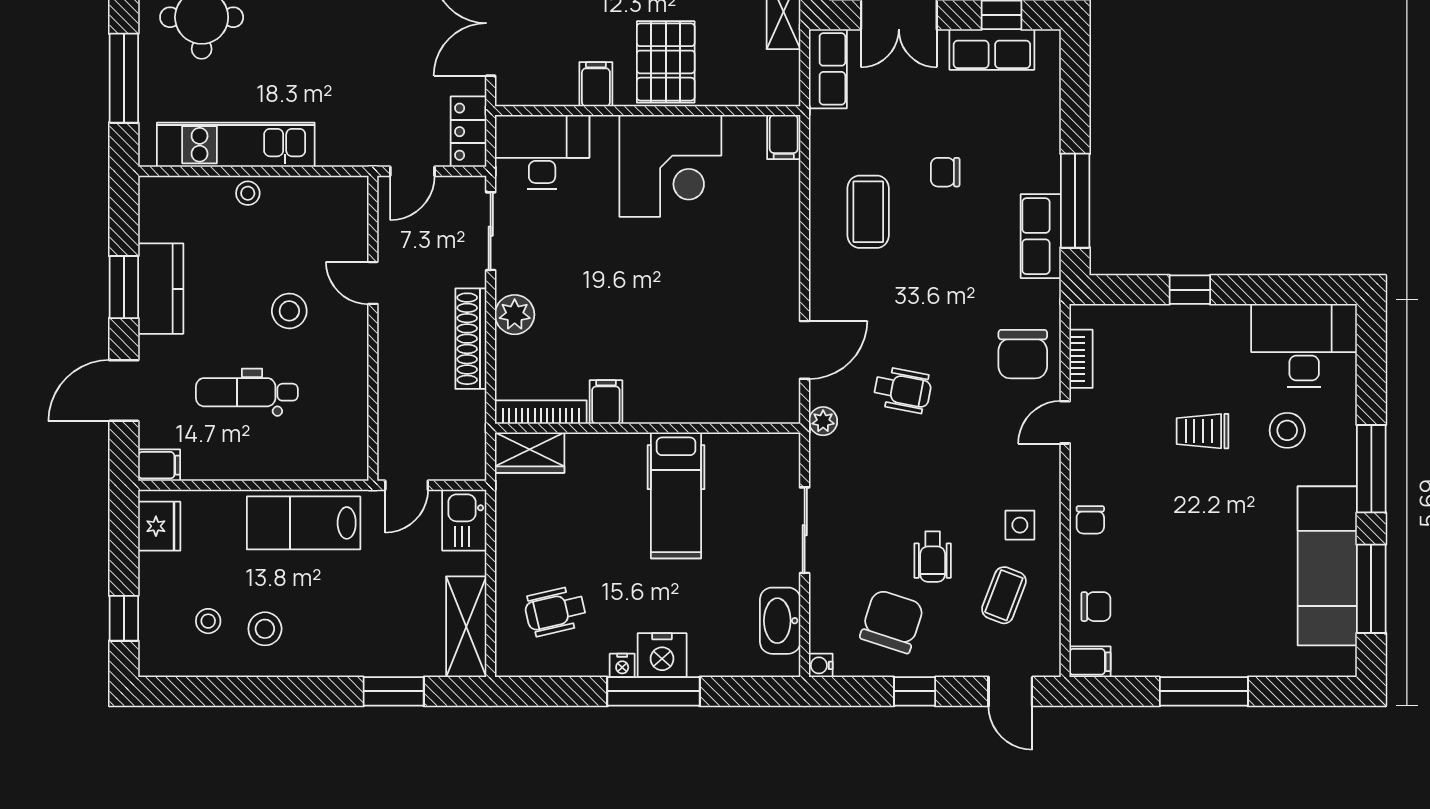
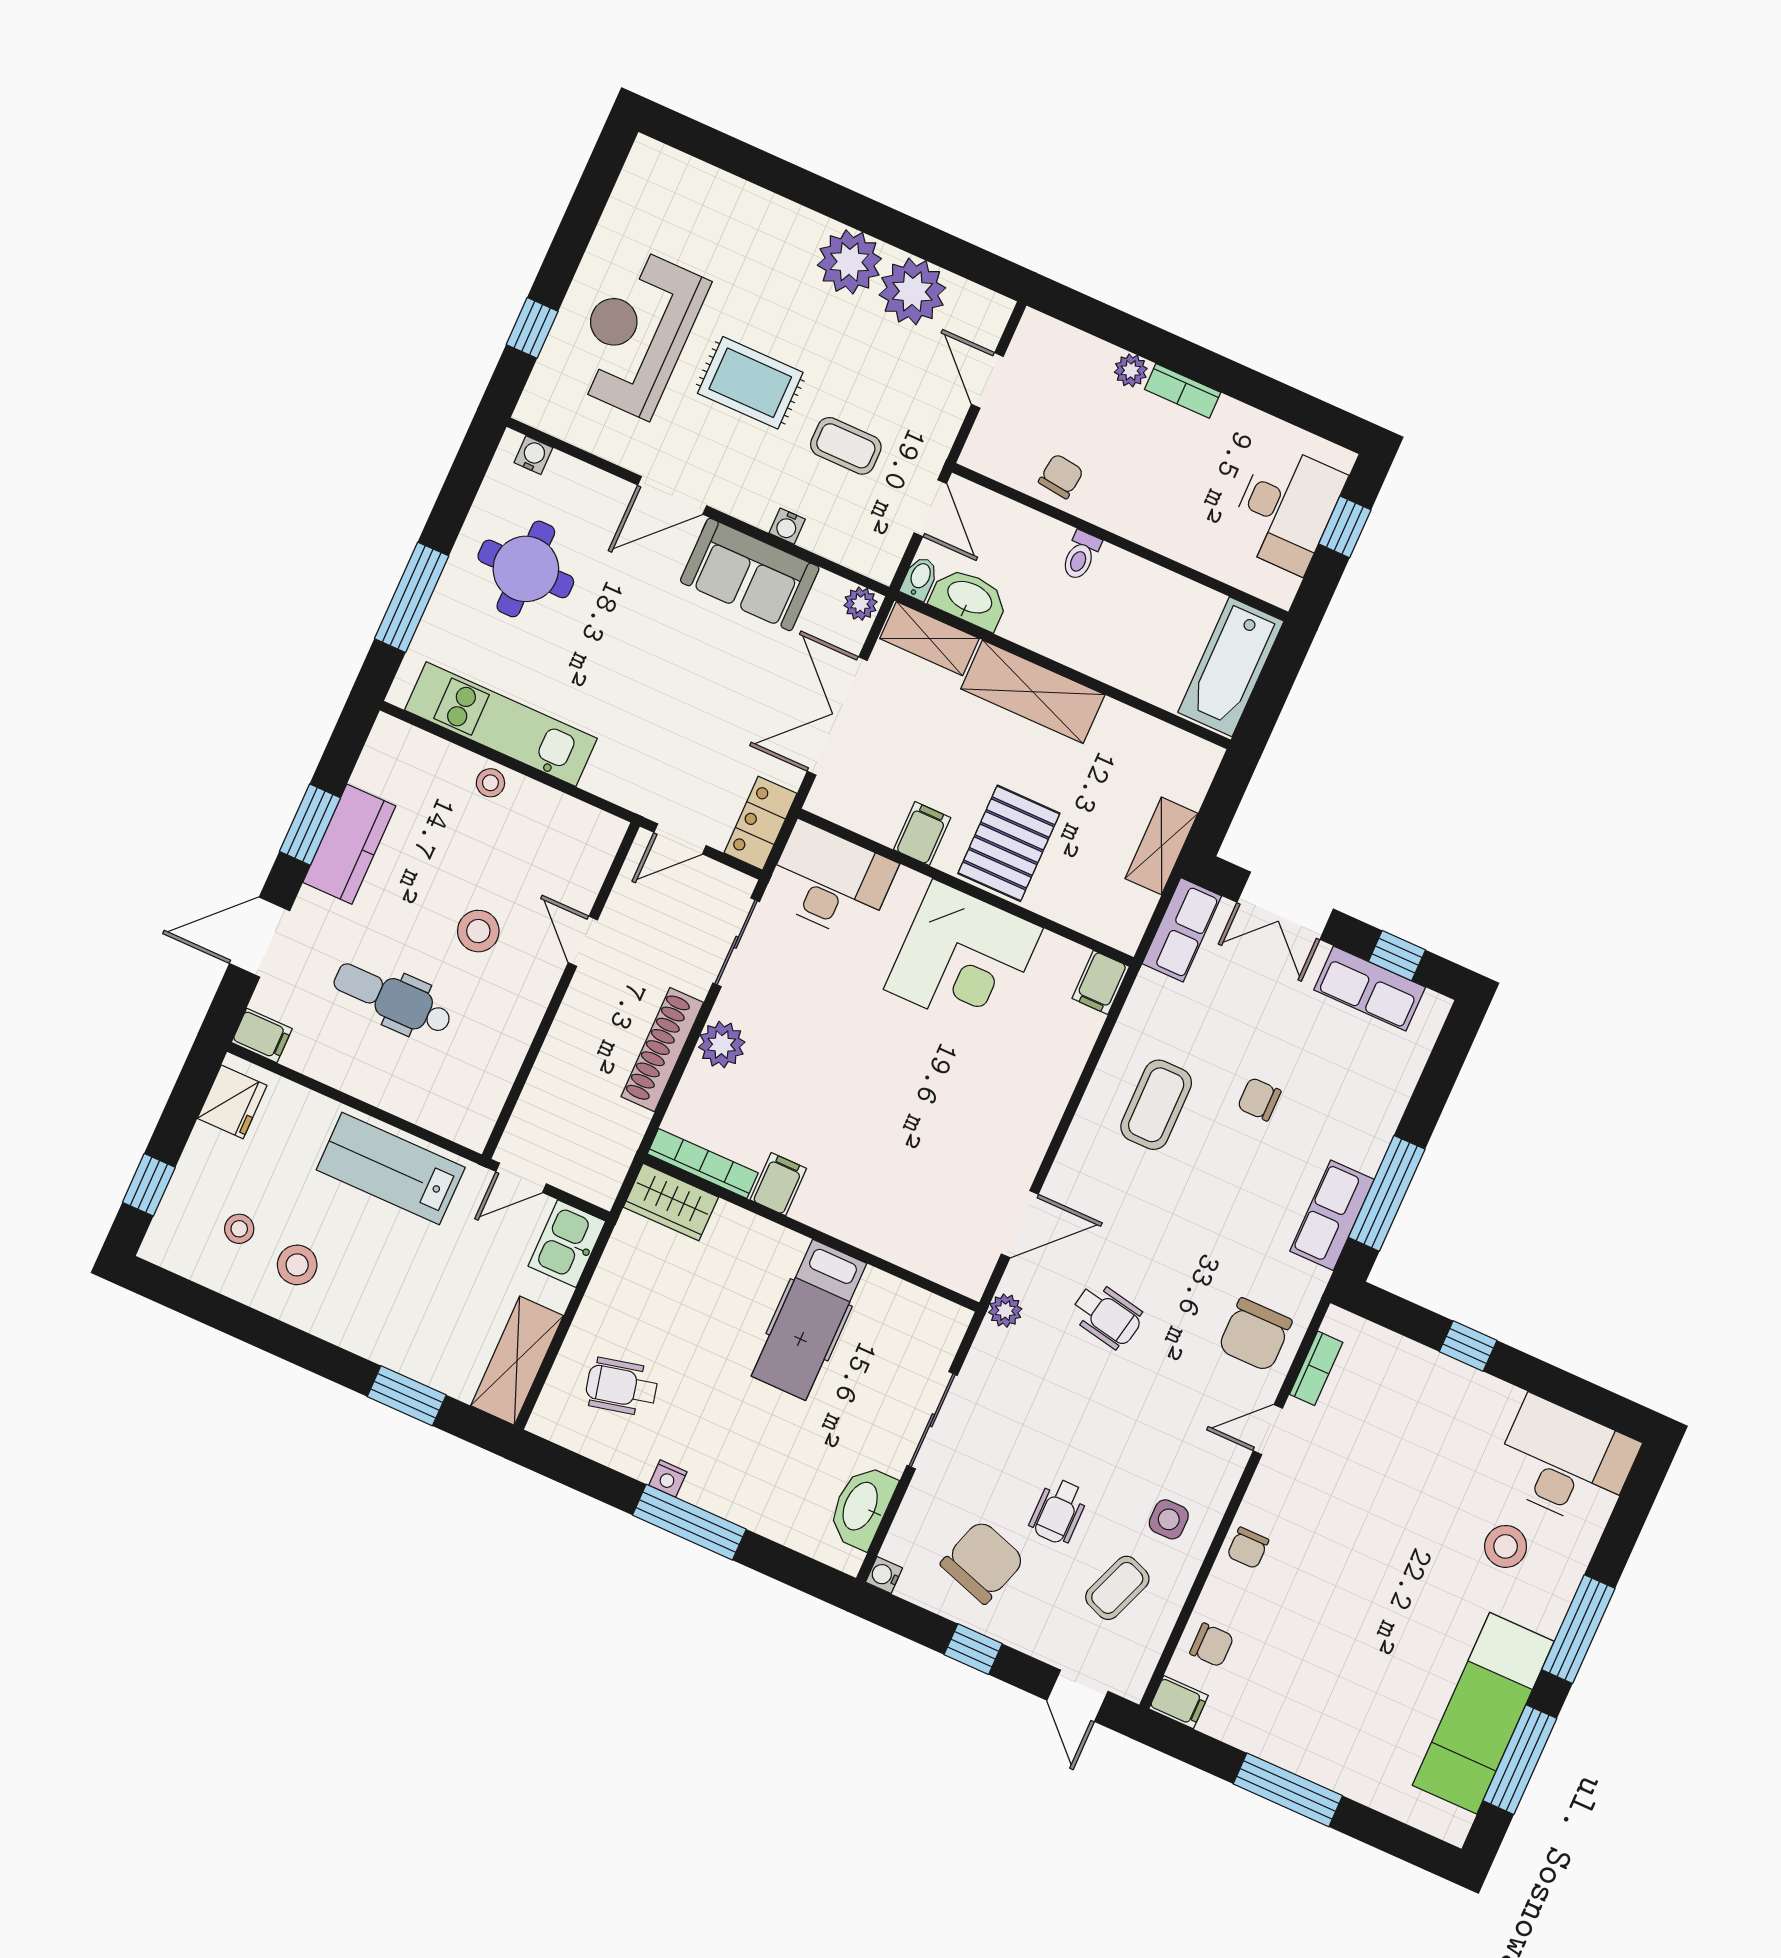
trolley: (1203, 431) -> (1413, 1506), removed
nightstand: (662, 655) -> (716, 1487), removed

